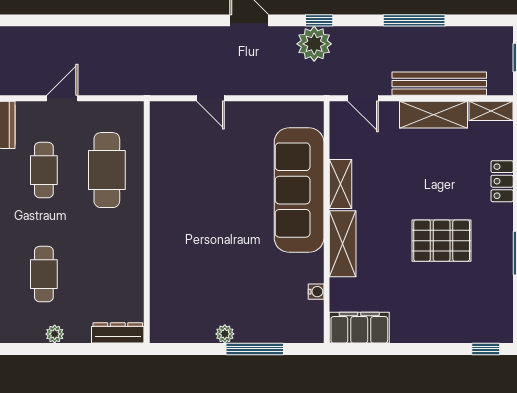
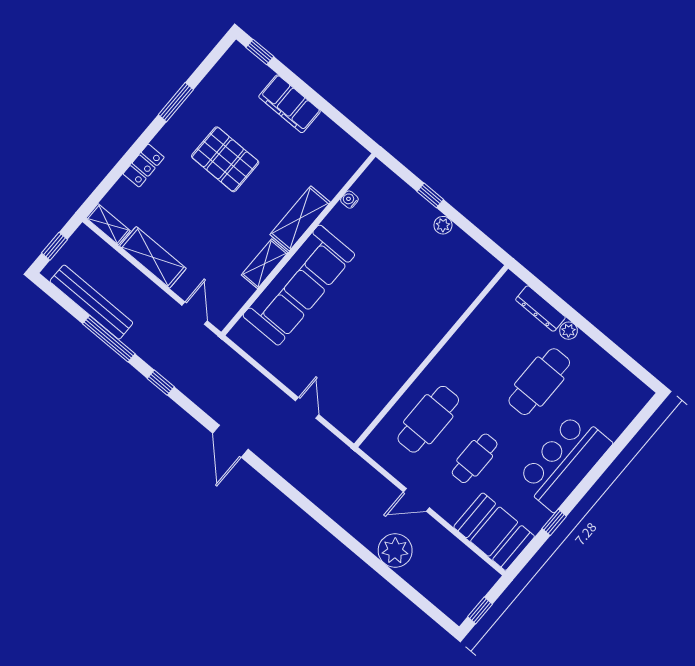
window: (319, 20) -> (161, 383), moved
plant: (314, 44) -> (395, 551), moved
bench: (439, 84) -> (91, 302), moved
cafe table: (44, 274) -> (539, 382), width x1.37, depth x1.35
filing cabinet: (359, 328) -> (290, 104), moved
dresser: (118, 333) -> (540, 309), moved
window: (255, 349) -> (430, 195), width x0.46

